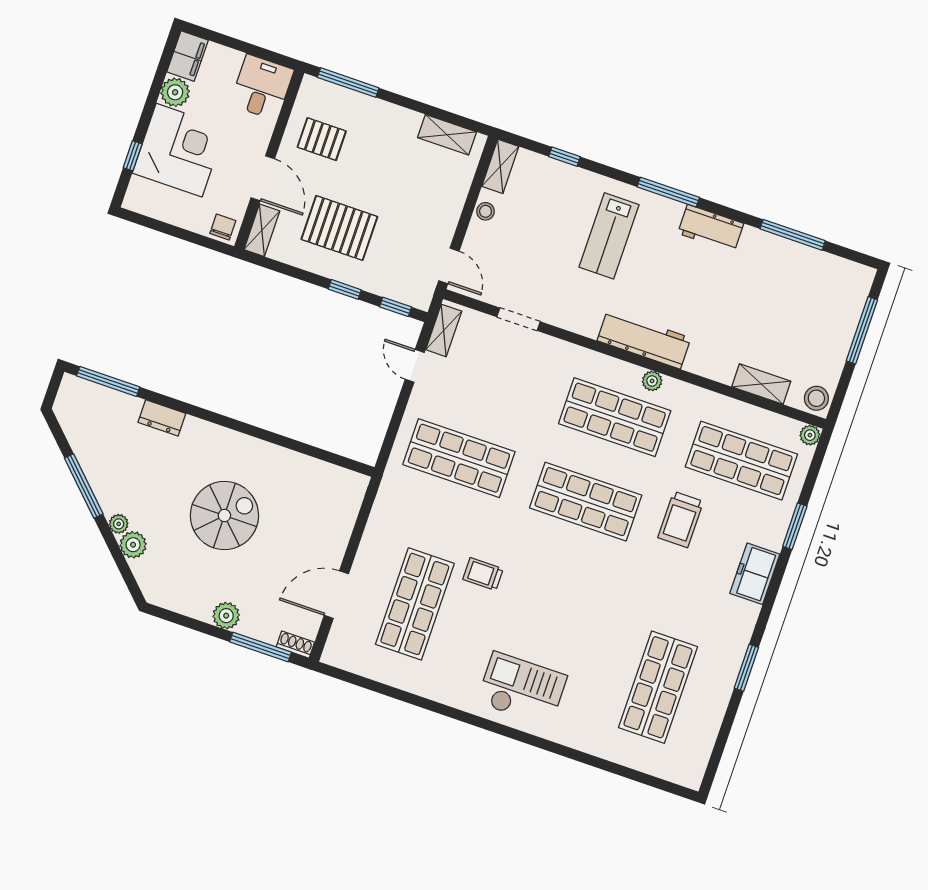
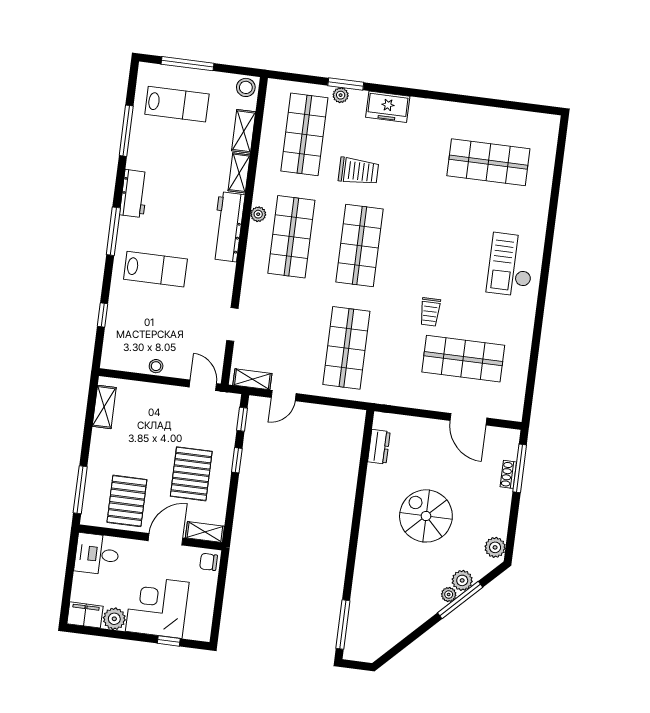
pallet: (322, 139) -> (127, 501), width x1.50, depth x1.42
shelving: (500, 166) -> (239, 173), moved, turned 90
door: (449, 266) -> (203, 385), hinge flipped
lab bench: (813, 306) -> (177, 104), added
dresser: (162, 418) -> (379, 447), moved
plant: (810, 435) -> (341, 95), moved
window: (84, 486) -> (460, 600), moved
plant: (226, 616) -> (495, 547), moved
shoe rack: (295, 645) -> (508, 474), moved
window: (746, 668) -> (460, 99), removed

